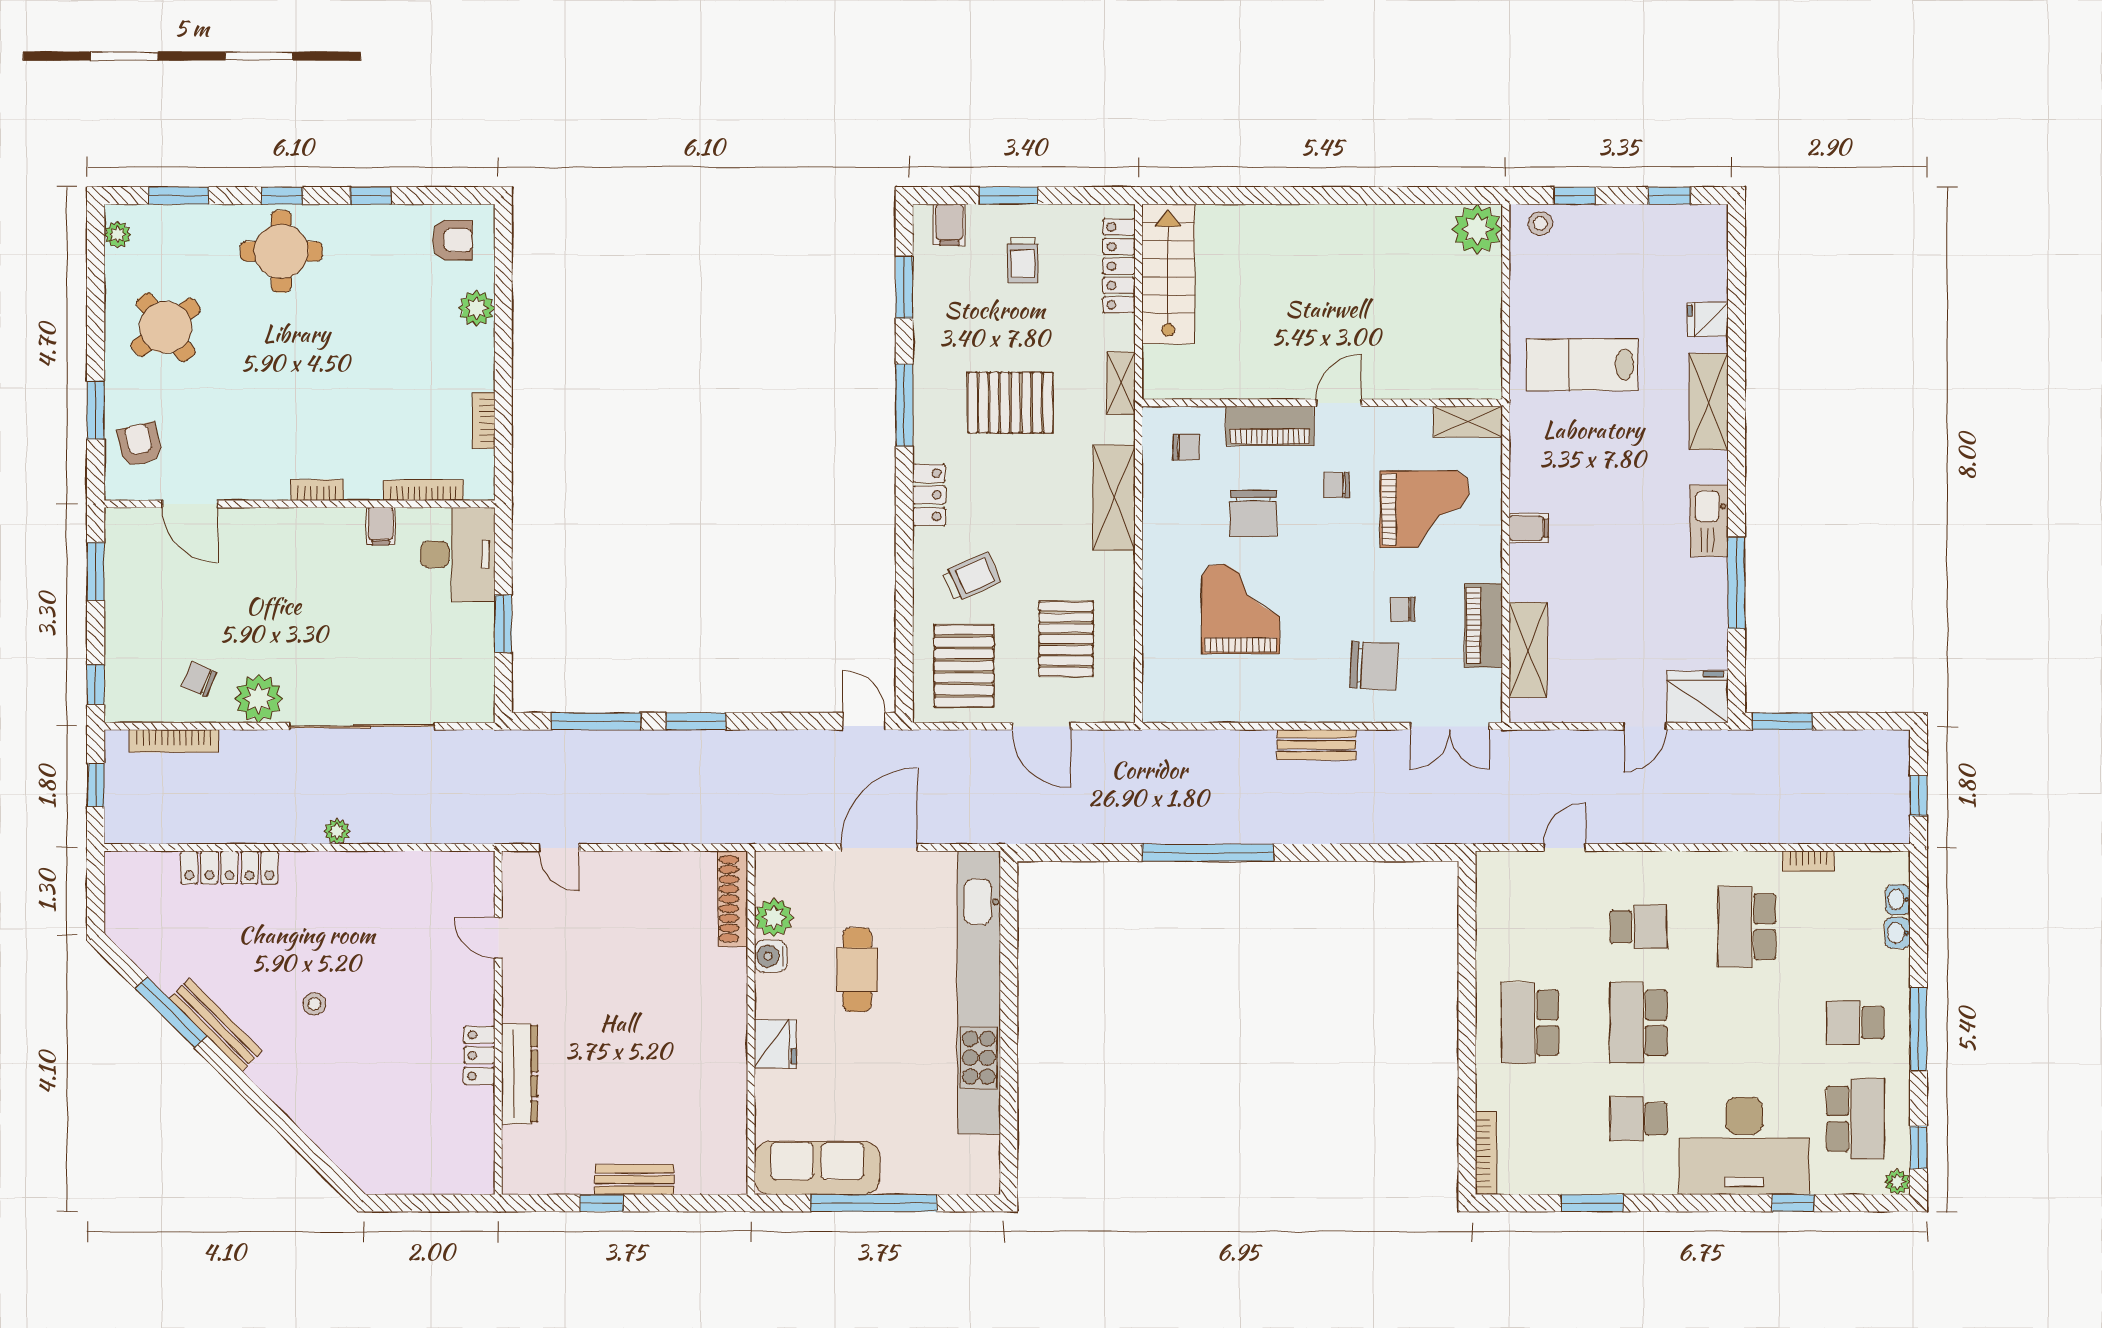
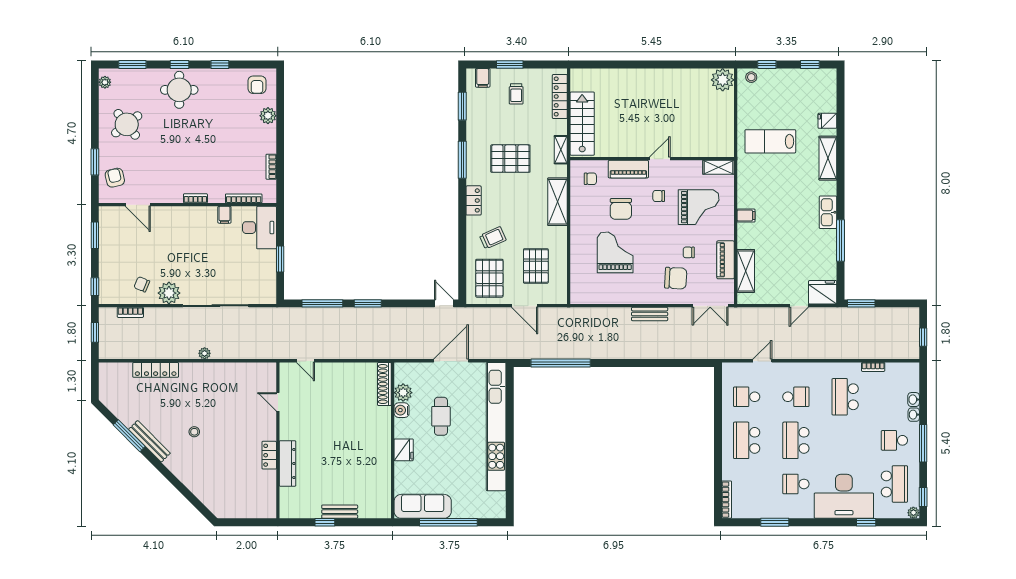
armchair: (452, 240) -> (257, 85), turned 90
stairs: (1168, 274) -> (582, 124), moved
bookcase: (174, 741) -> (130, 312), width x0.64
window: (1208, 853) -> (561, 363), moved
washbasin: (1898, 900) -> (914, 415), moved
school desk: (1530, 927) -> (747, 397), added

